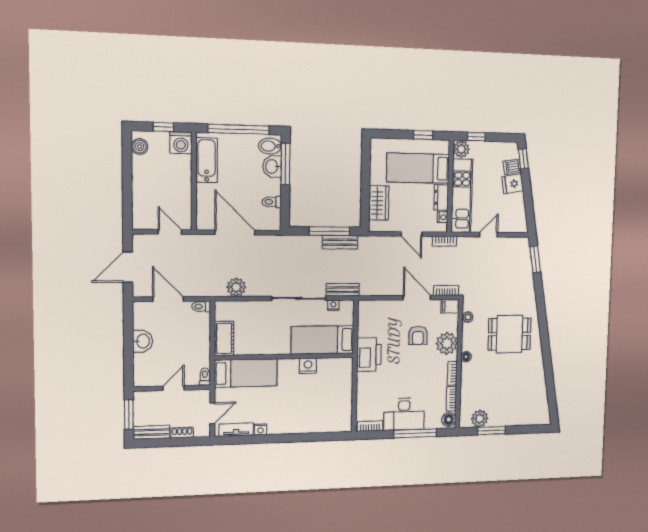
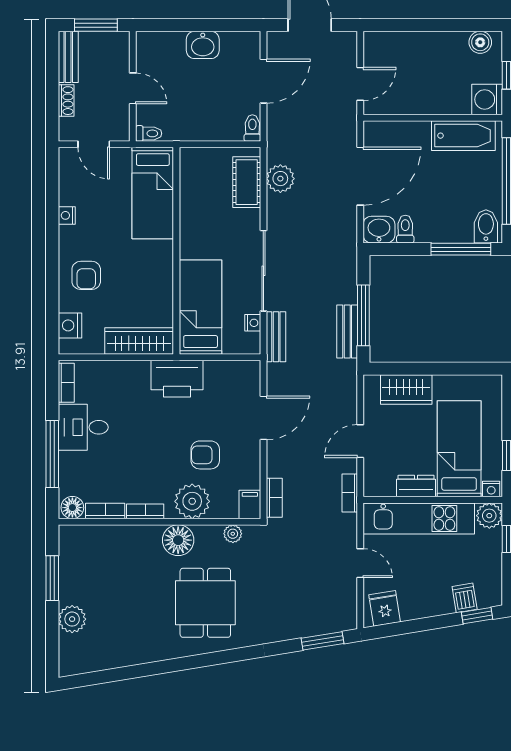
washbasin: (272, 166) -> (379, 230), moved
fridge: (513, 184) -> (385, 608), moved
nightstand: (443, 217) -> (491, 489), moved
door: (417, 298) -> (263, 418), moved
cot: (224, 339) -> (247, 182), moved, turned 90
floor lamp: (466, 357) -> (178, 540), width x1.89, depth x1.89
nightstand: (308, 366) -> (70, 325), moved, turned 180
wardrobe: (344, 380) -> (139, 341), added
desk: (404, 414) -> (83, 427), width x0.73
armchair: (301, 415) -> (86, 275), added
plant: (480, 419) -> (72, 619), moved
tv unit: (236, 430) -> (68, 179), removed

